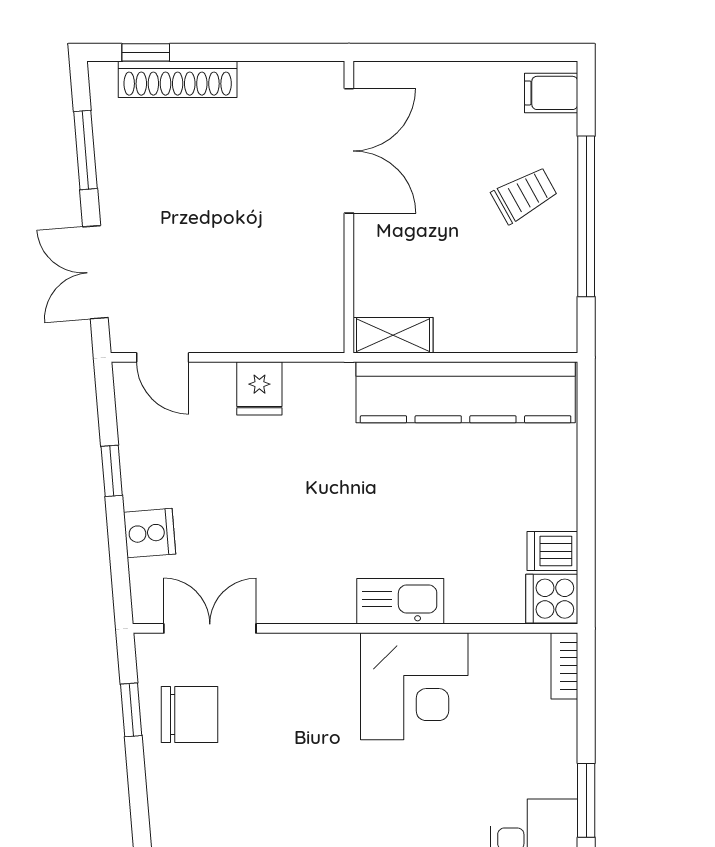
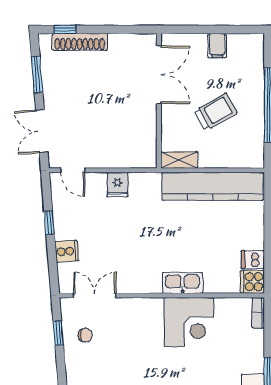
filing cabinet: (551, 93) -> (217, 46), moved, turned -90
trolley: (524, 195) -> (216, 112), moved, width x1.36, depth x1.39
chair: (190, 714) -> (85, 335), width x0.54, depth x0.54

